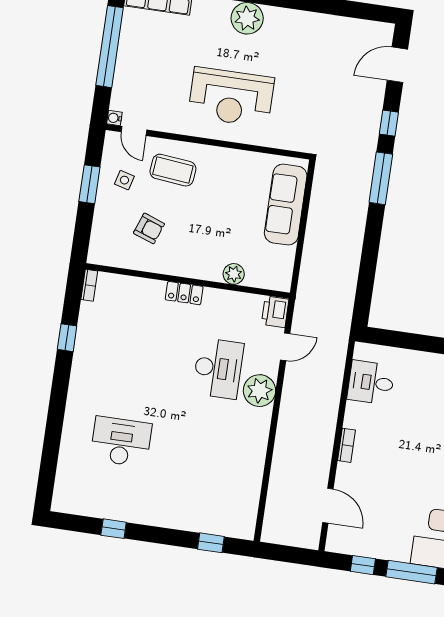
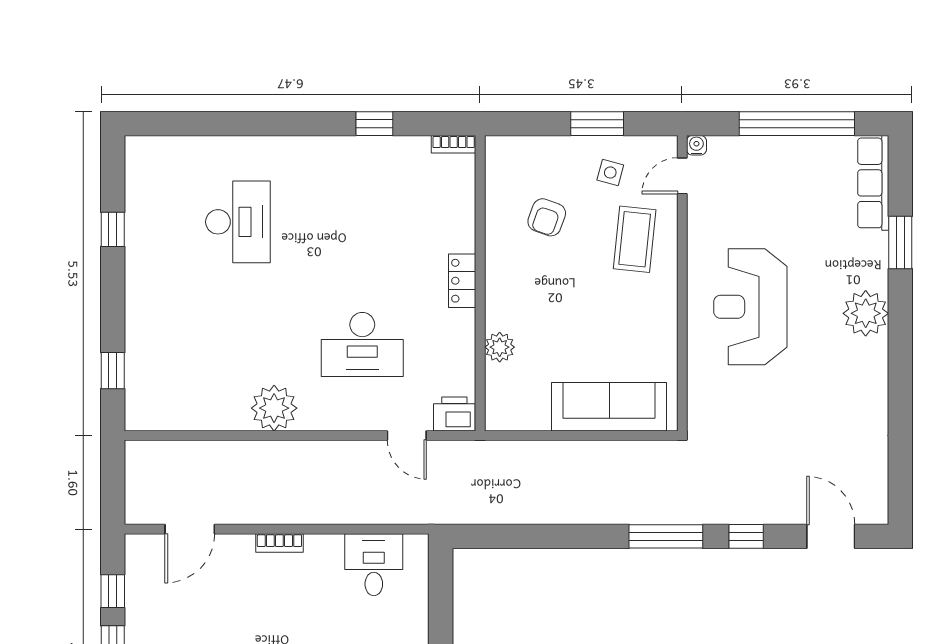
plant: (259, 391) -> (274, 408), moved

